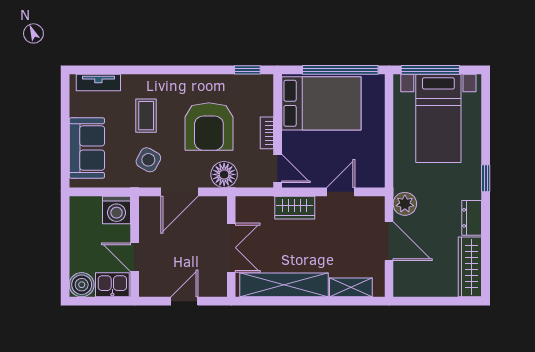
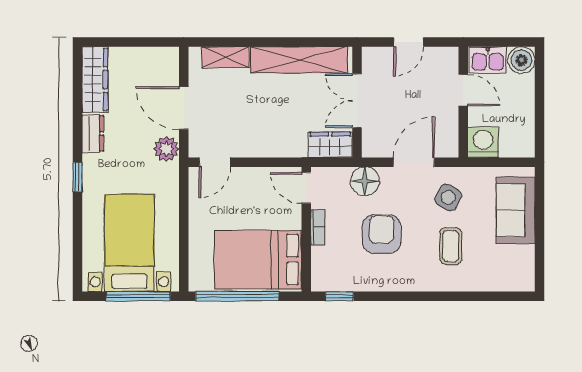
tv unit: (98, 82) -> (503, 282), removed
armchair: (209, 126) -> (382, 234), width x0.73, depth x0.73
door: (341, 192) -> (215, 162), moved
wardrobe: (295, 208) -> (330, 145), moved

